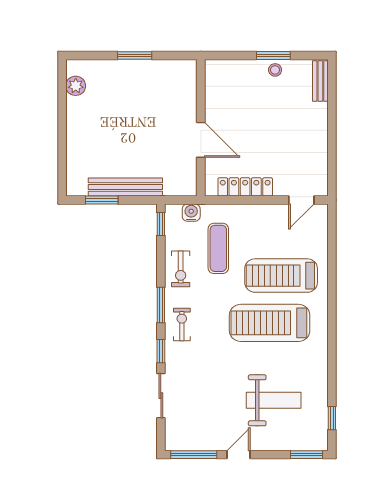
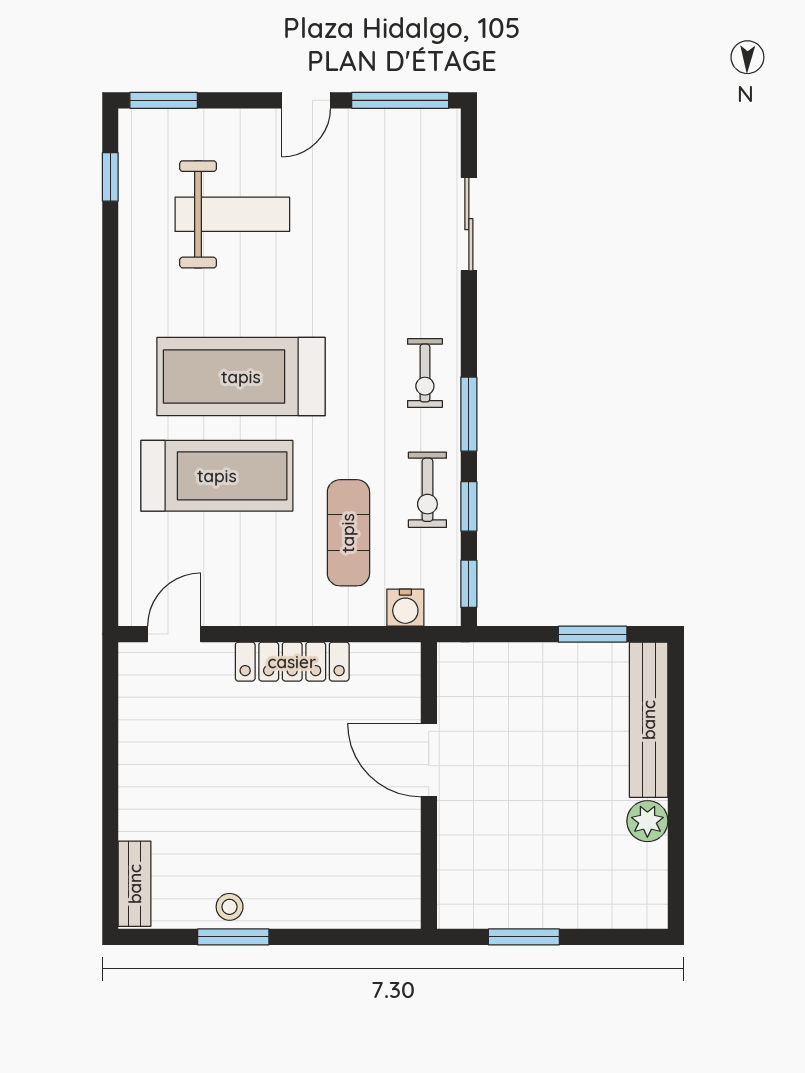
plant: (76, 86) -> (647, 821), moved
wall: (201, 128) -> (429, 786), moved
door: (201, 140) -> (429, 760), moved
bench: (125, 187) -> (649, 720), moved, turned 90
exercise bike: (181, 269) -> (427, 490), turned 180
treadmill: (270, 323) -> (241, 377), turned 180
window: (161, 351) -> (469, 506), moved
weight bench: (274, 400) -> (232, 214), turned 180

